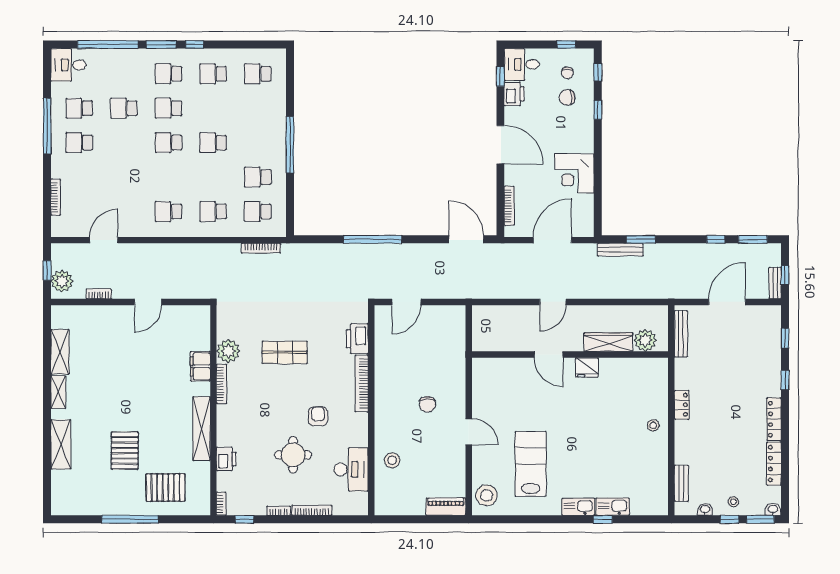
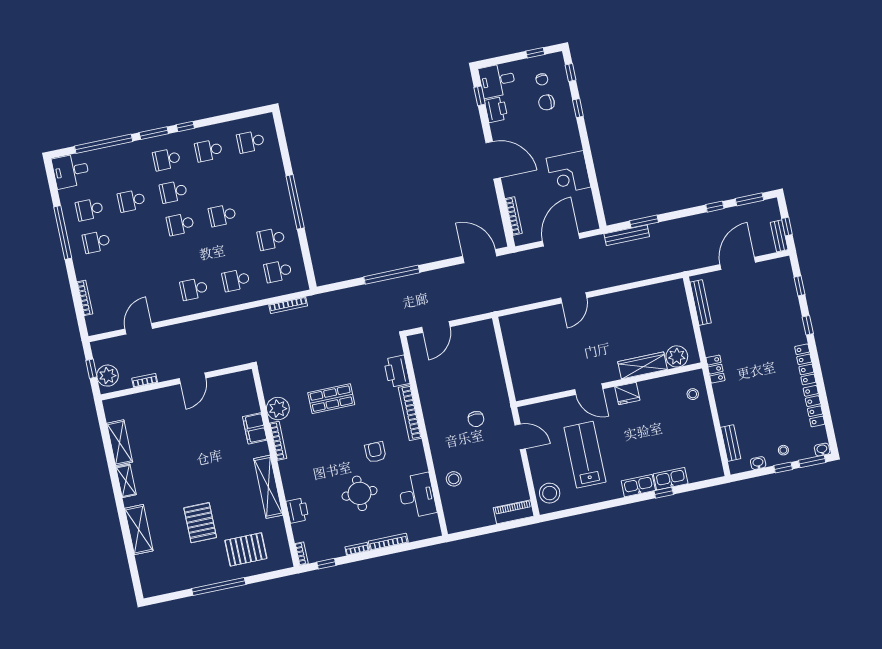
plant: (645, 340) -> (677, 356), moved
wardrobe: (608, 342) -> (643, 365), moved
door: (549, 355) -> (589, 389), moved
wall: (570, 355) -> (609, 385), moved
fridge: (587, 367) -> (627, 394), moved

